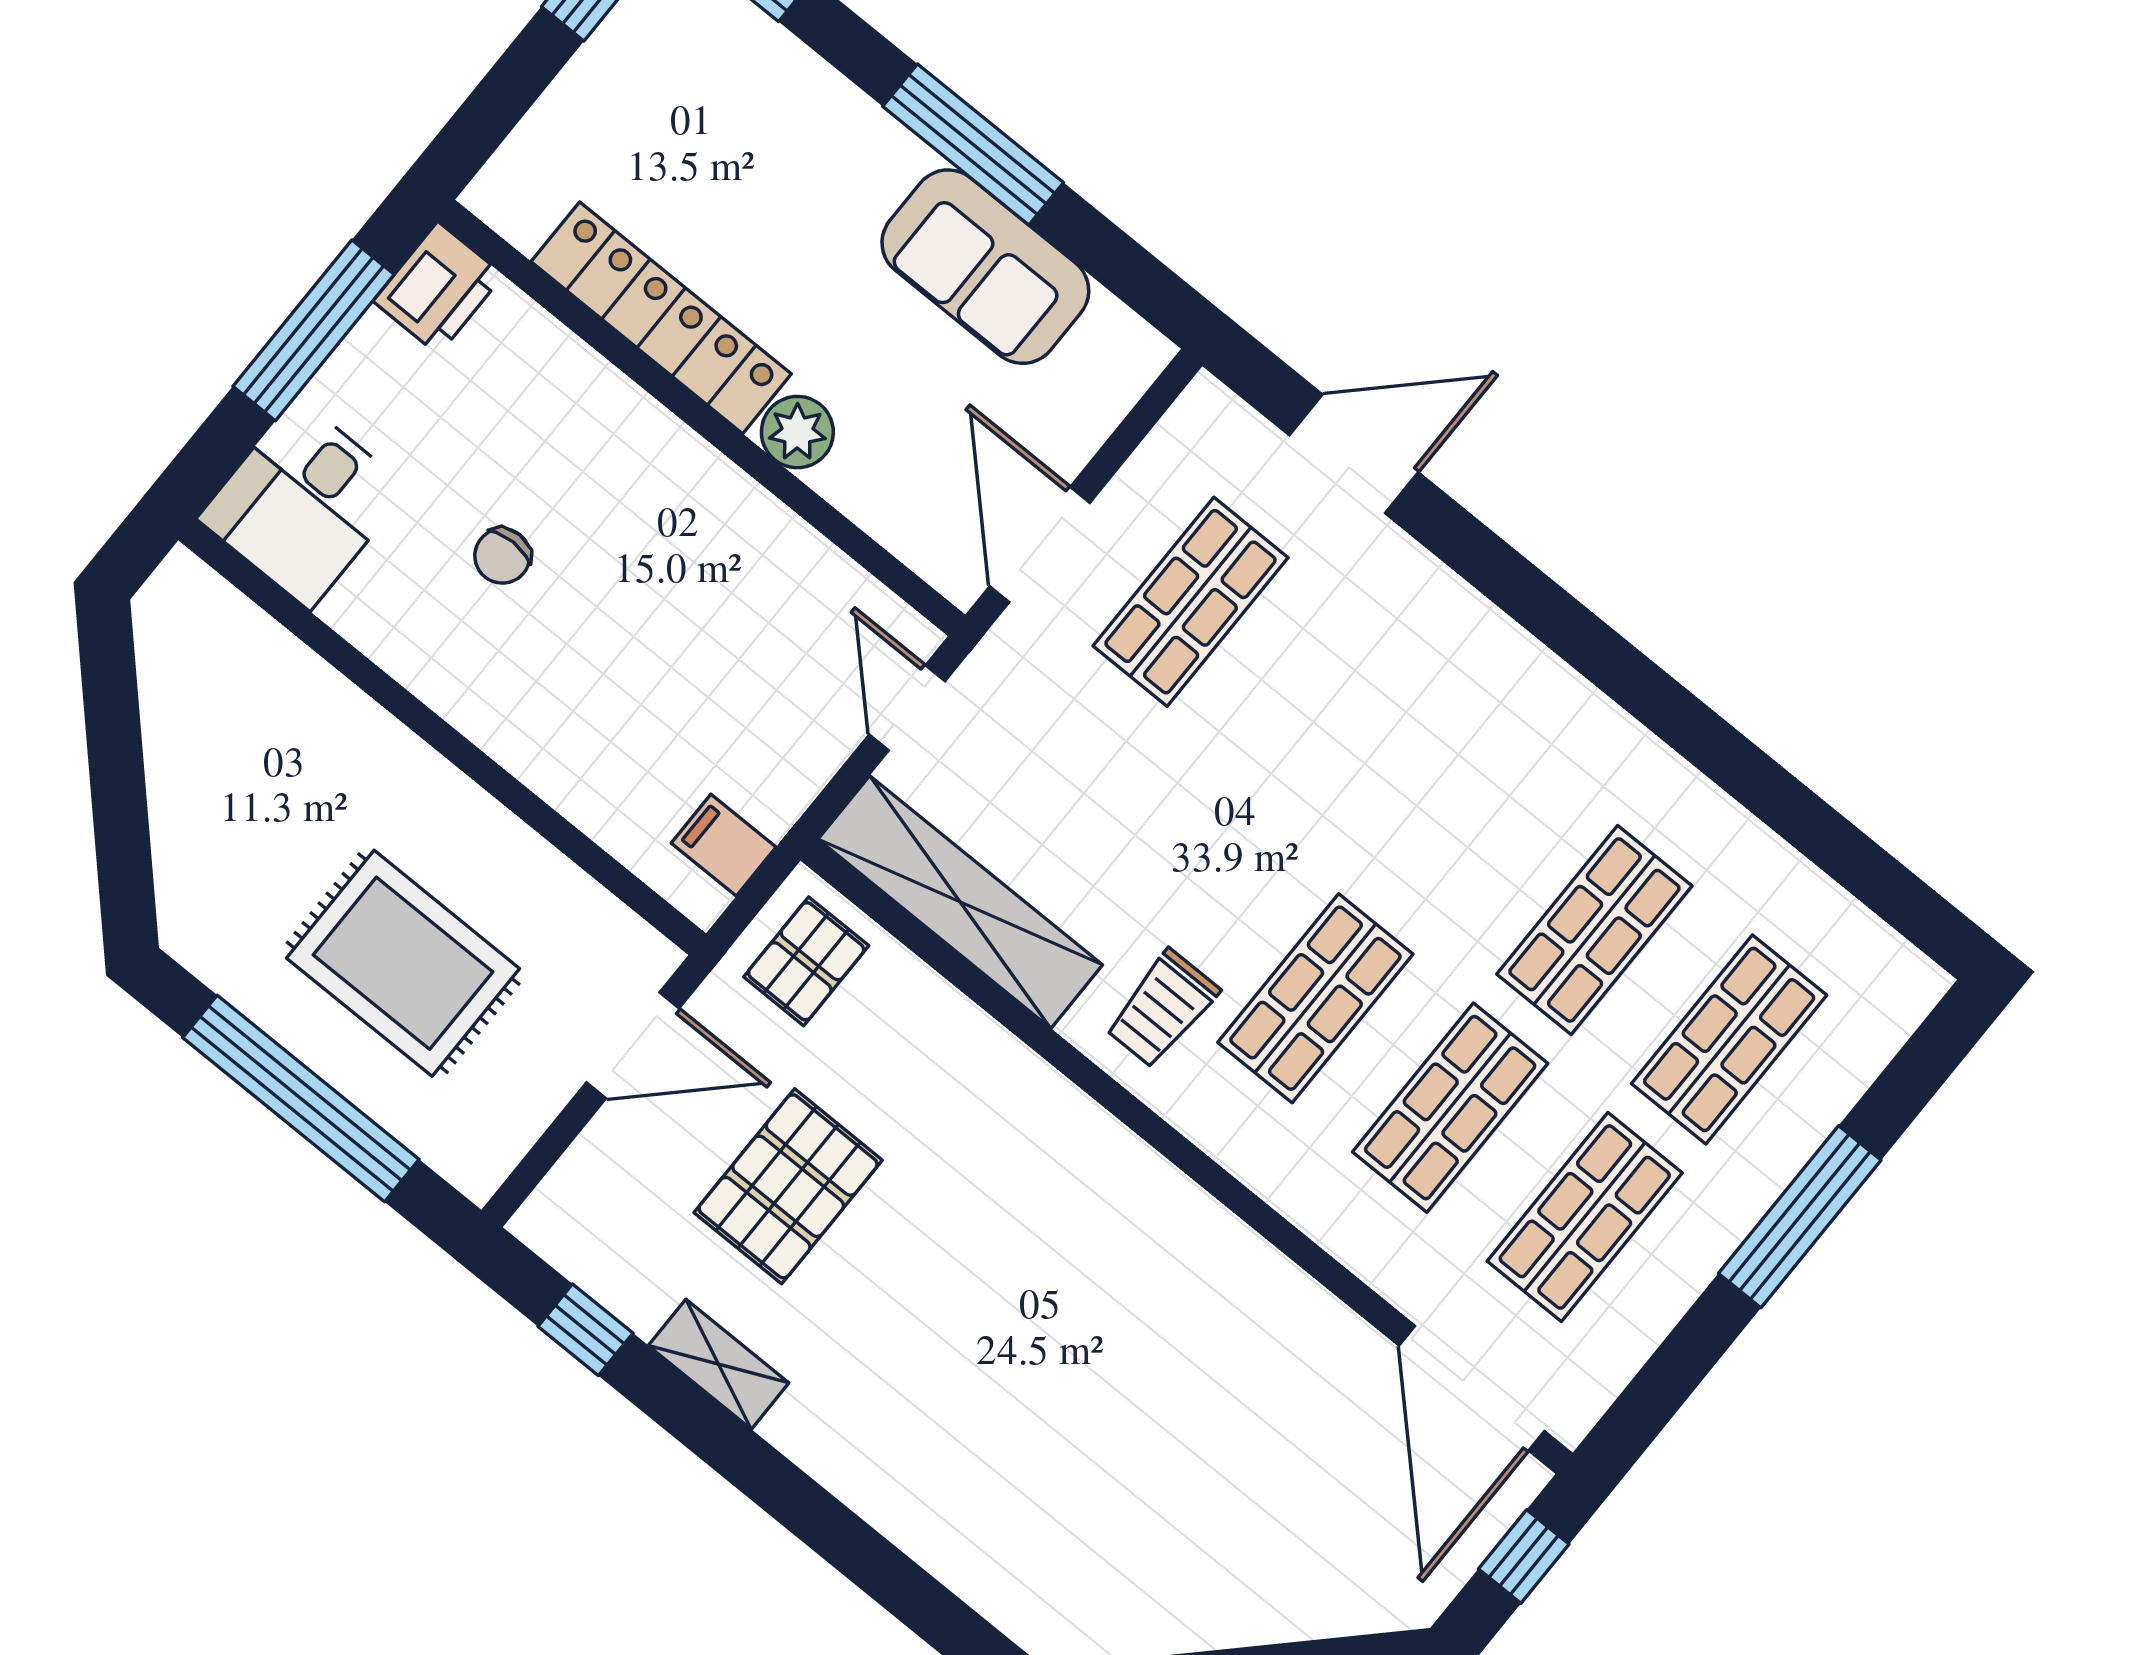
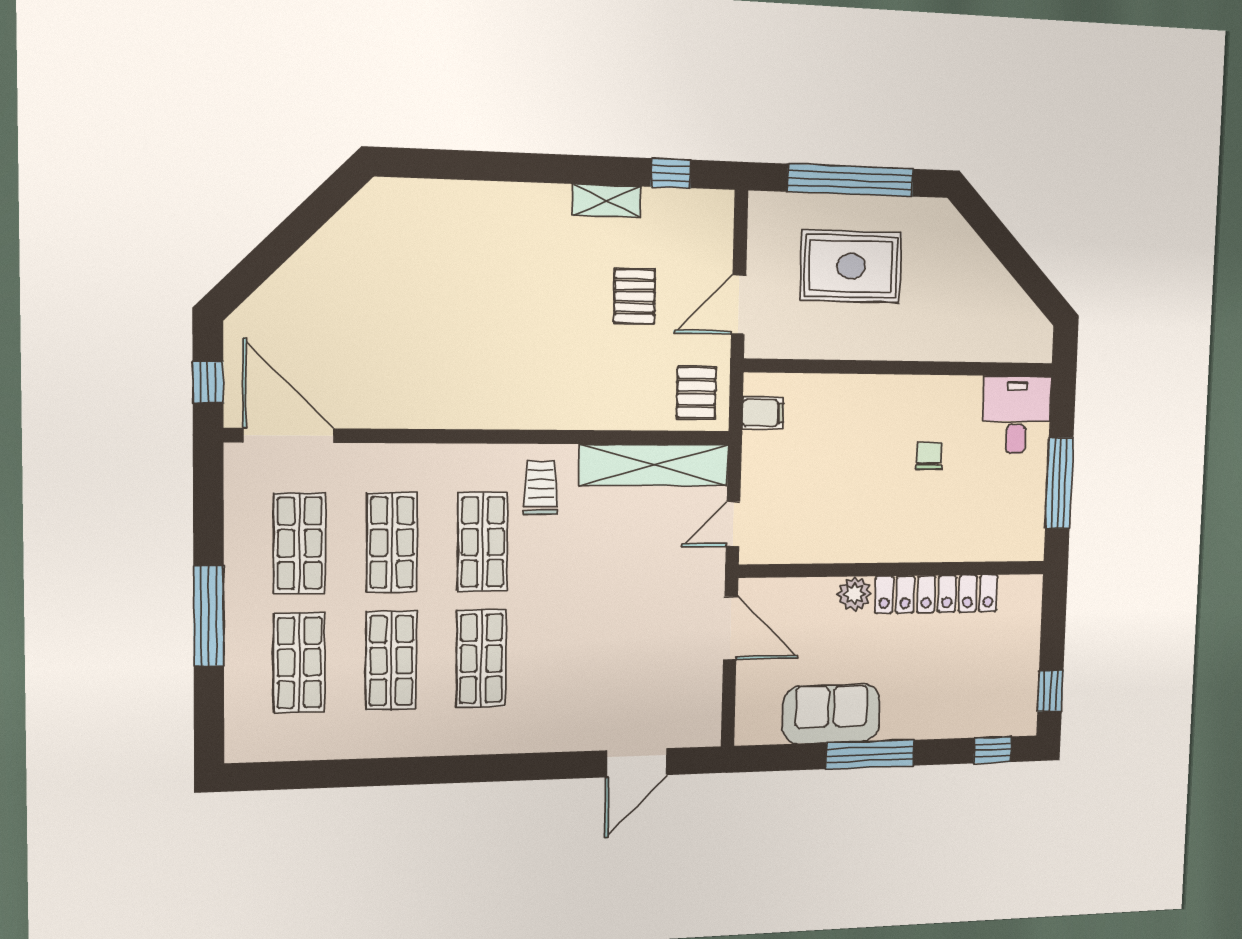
printer: (438, 288) -> (1026, 537), removed
shop shelf: (1190, 602) -> (481, 659), moved
door: (907, 708) -> (733, 524), swing flipped
pallet: (788, 1186) -> (635, 296), width x0.67, depth x0.71

